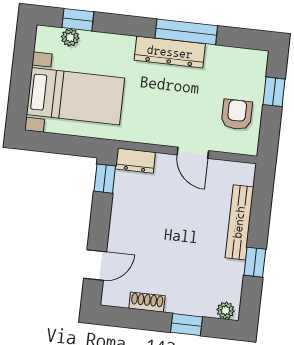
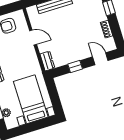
door: (193, 153) -> (33, 38), hinge flipped
window: (105, 179) -> (75, 67), moved

